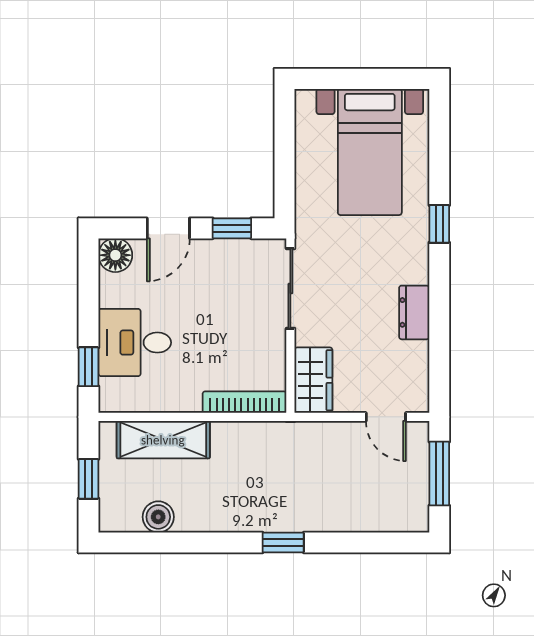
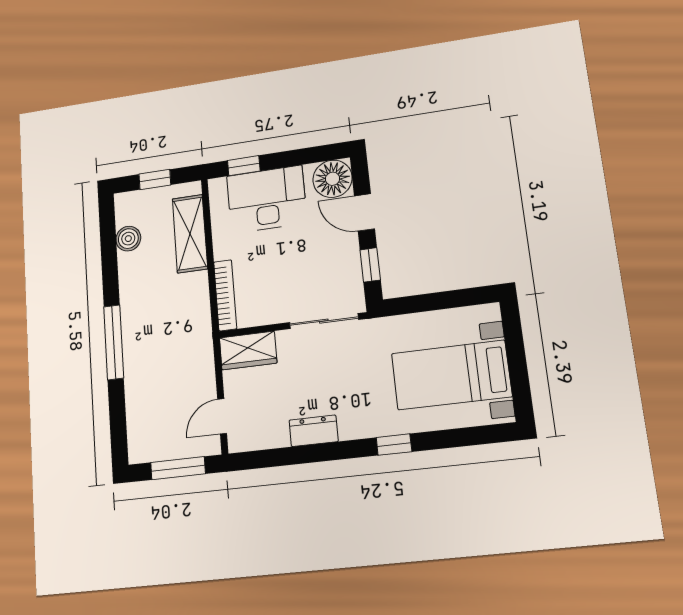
floor lamp: (115, 255) -> (332, 179), width x1.38, depth x1.38
desk: (135, 343) -> (267, 199), width x1.37
window: (283, 542) -> (114, 342), width x2.17

